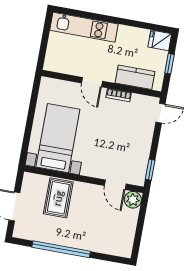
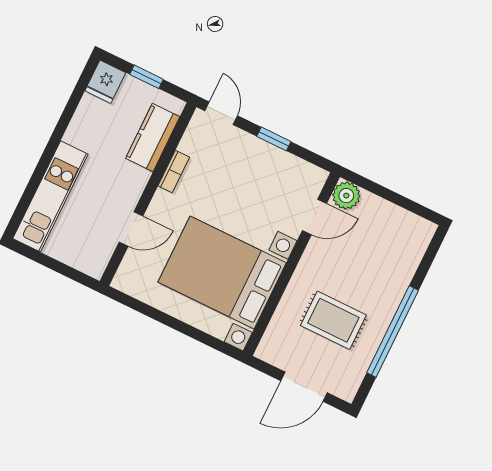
door: (92, 82) -> (131, 229), moved
bed with nightstands: (58, 138) -> (222, 272), width x1.36
window: (150, 170) -> (274, 139), moved
rug: (58, 198) -> (333, 320), moved

